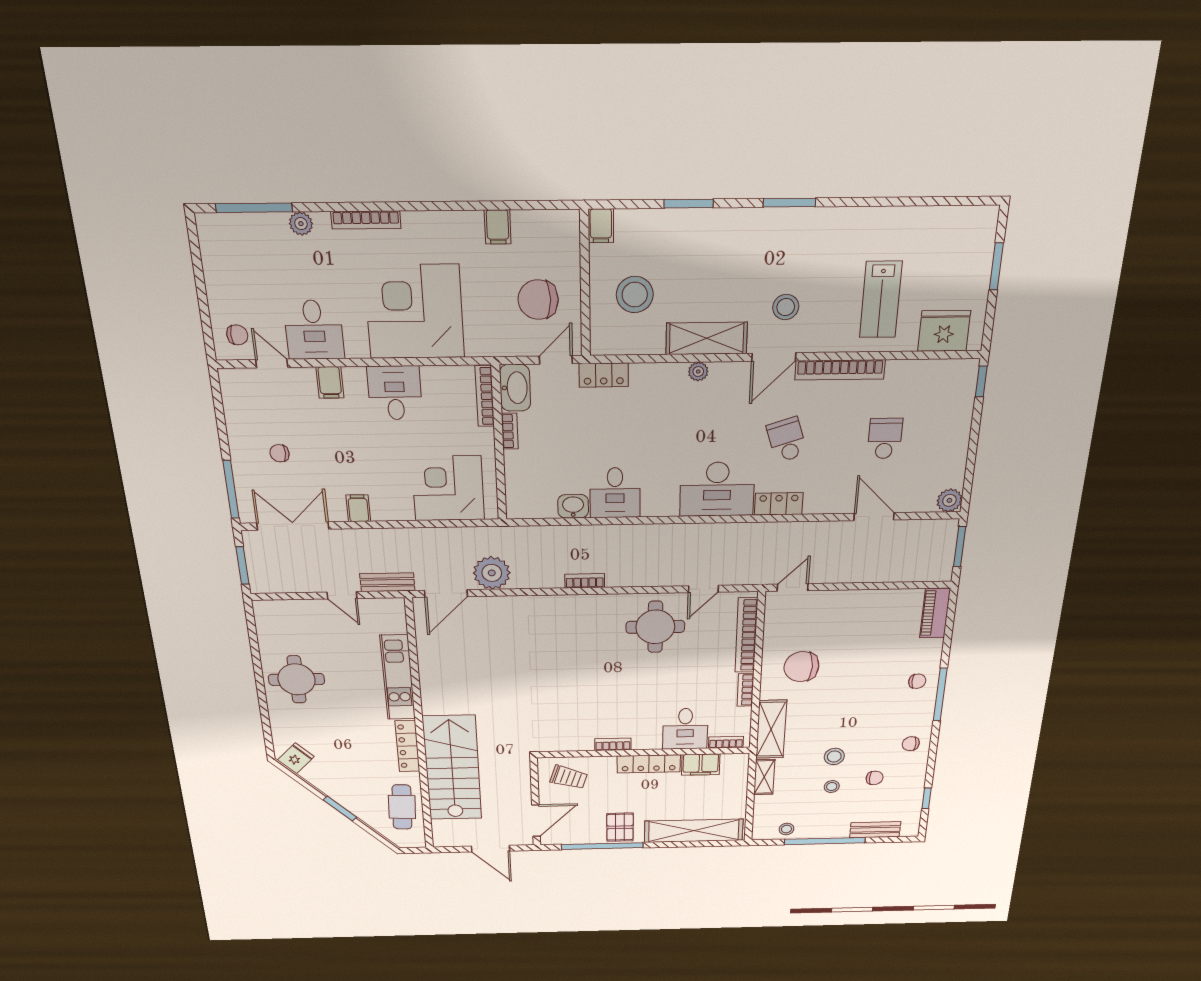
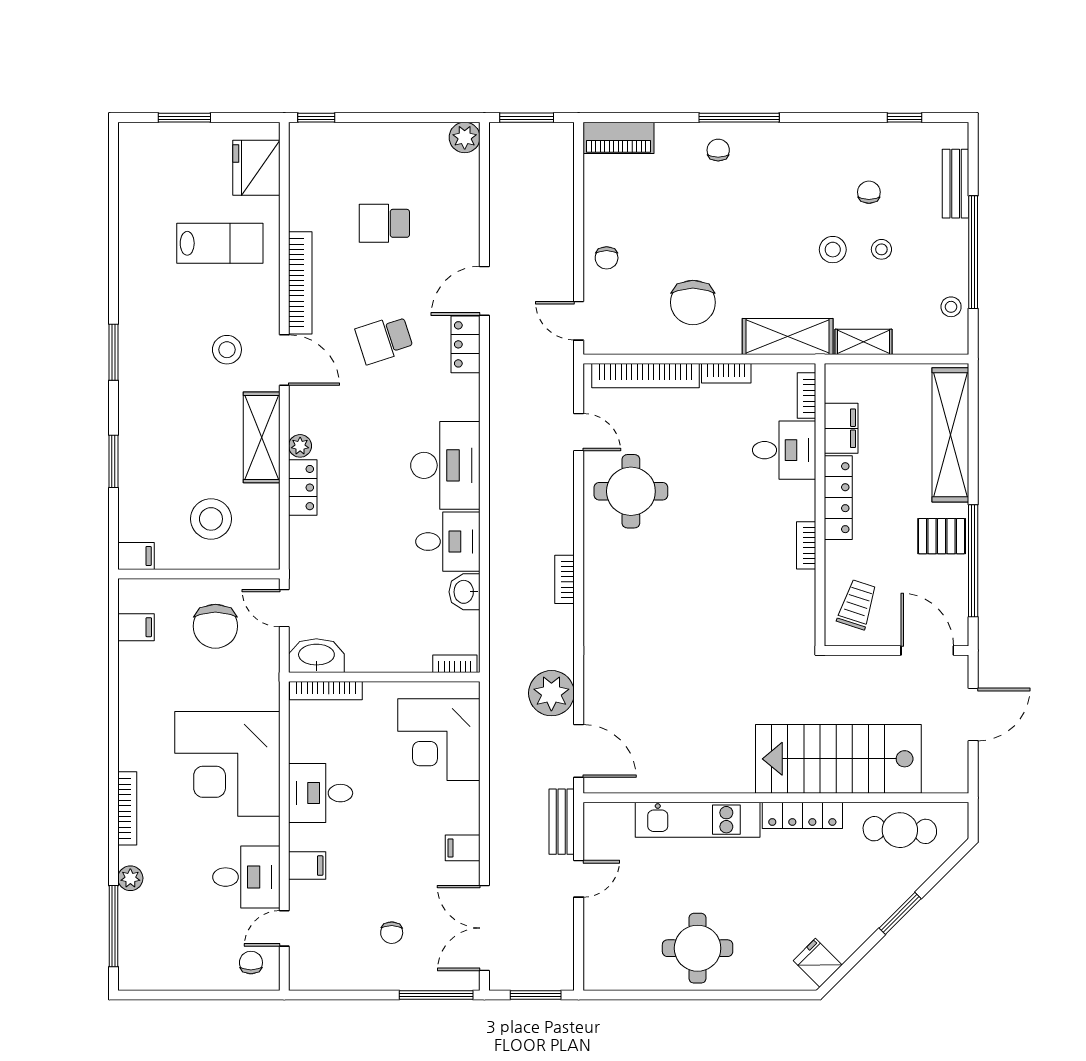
filing cabinet: (498, 227) -> (136, 627), moved
locker: (604, 375) -> (303, 488), moved
bookcase: (510, 431) -> (455, 664), moved
desk: (717, 489) -> (445, 465), moved
door: (874, 517) -> (484, 291), moved
chair: (911, 744) -> (607, 258), moved

